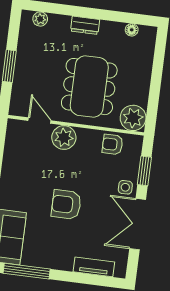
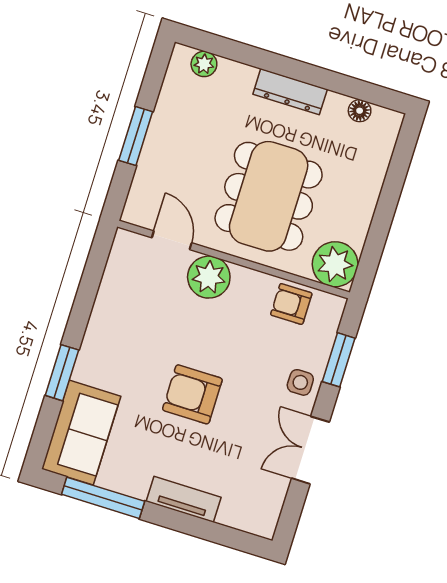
dresser: (85, 25) -> (290, 92), width x1.44
double door: (138, 224) -> (310, 450), width x0.73
tv unit: (94, 267) -> (184, 499), moved

